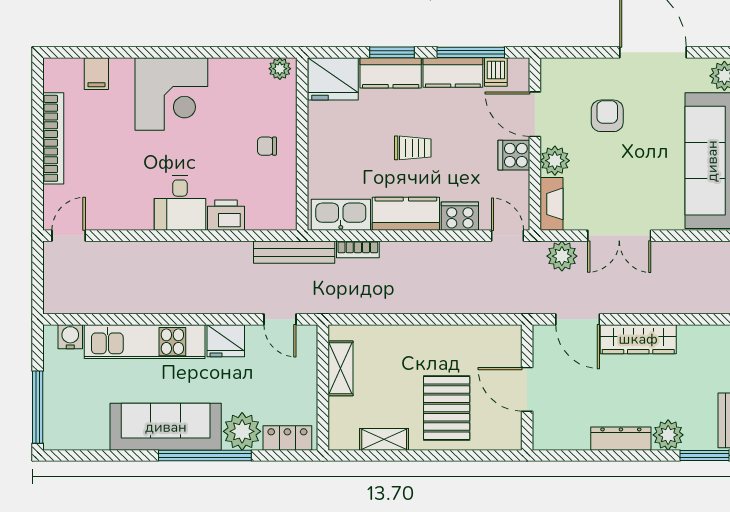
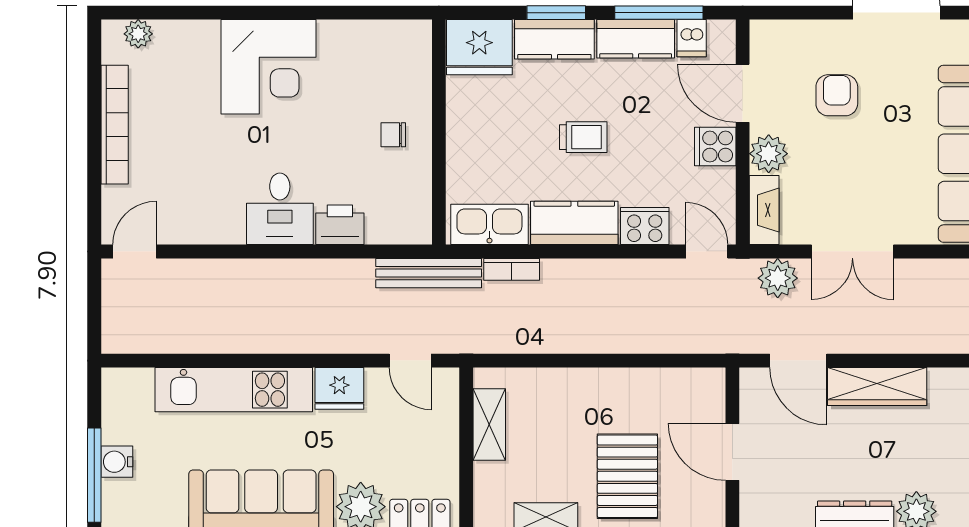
plant: (280, 69) -> (138, 34), moved
filing cabinet: (96, 74) -> (171, 40), removed
water cooler: (70, 337) -> (117, 462), moved, turned -90

